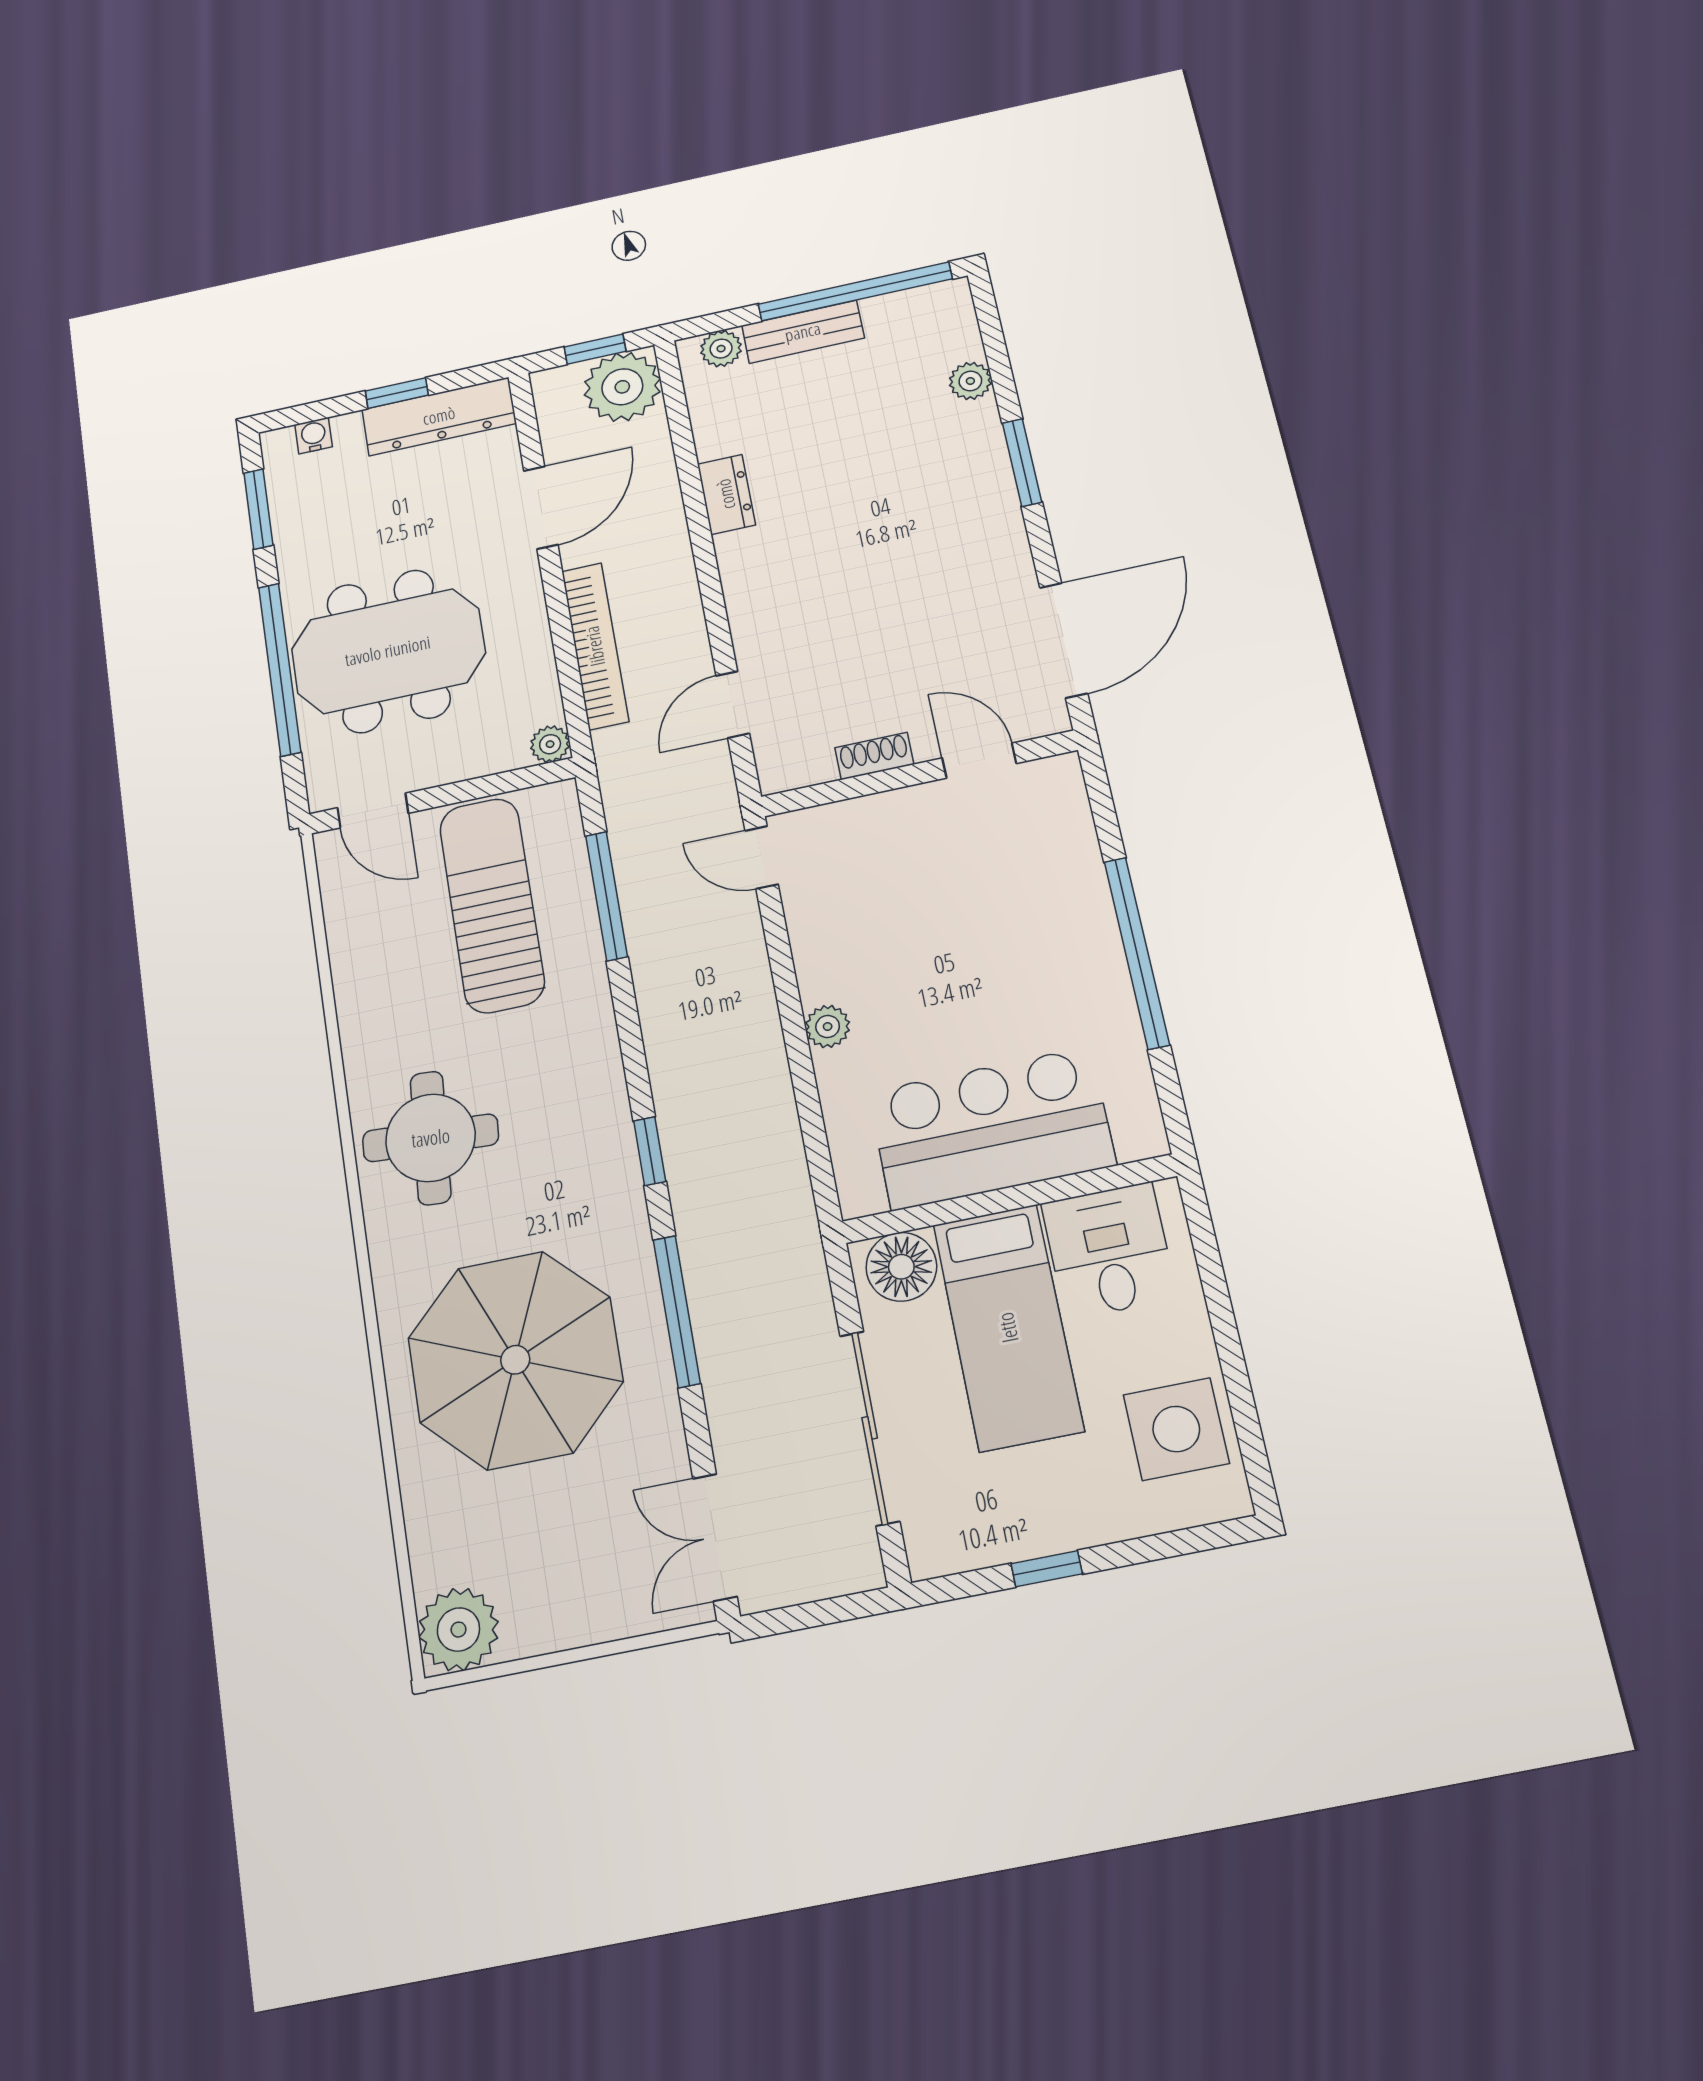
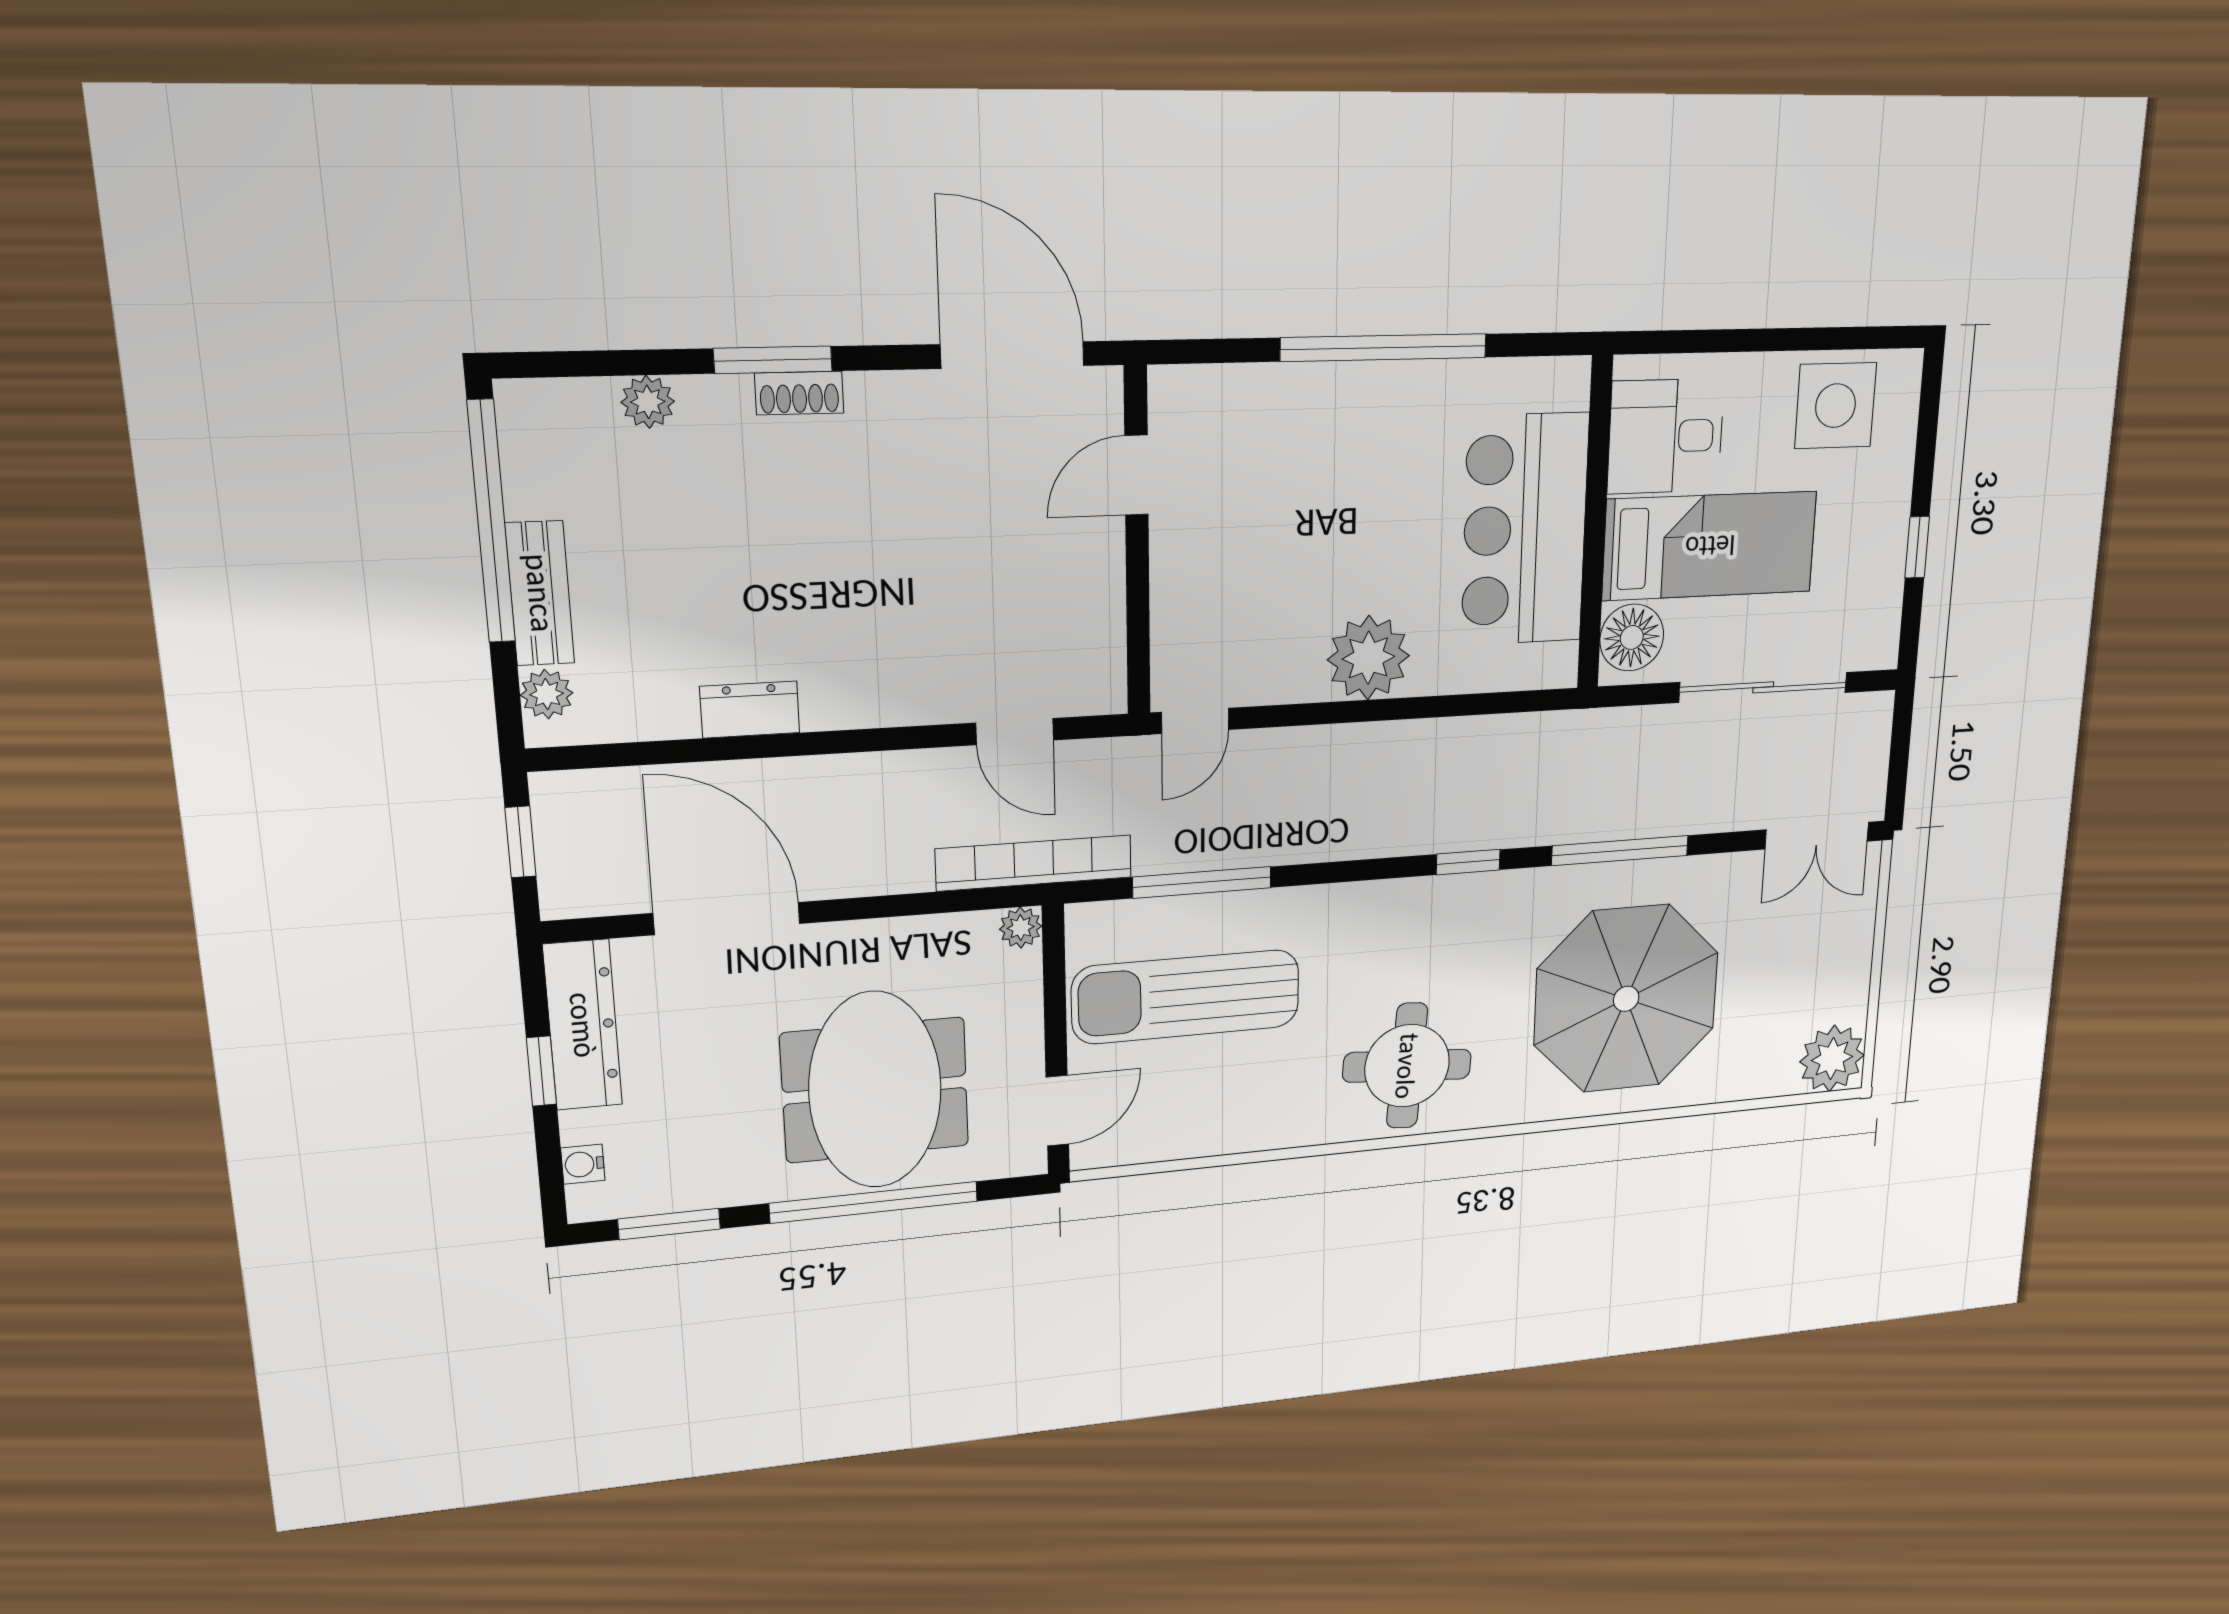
plant: (622, 387) -> (580, 815), removed
door: (541, 508) -> (727, 919), width x1.36
bookcase: (595, 646) -> (1034, 863), moved
shoe rack: (874, 756) -> (799, 393), moved, turned -90
plant: (828, 1027) -> (1368, 658), width x1.87, depth x1.87

